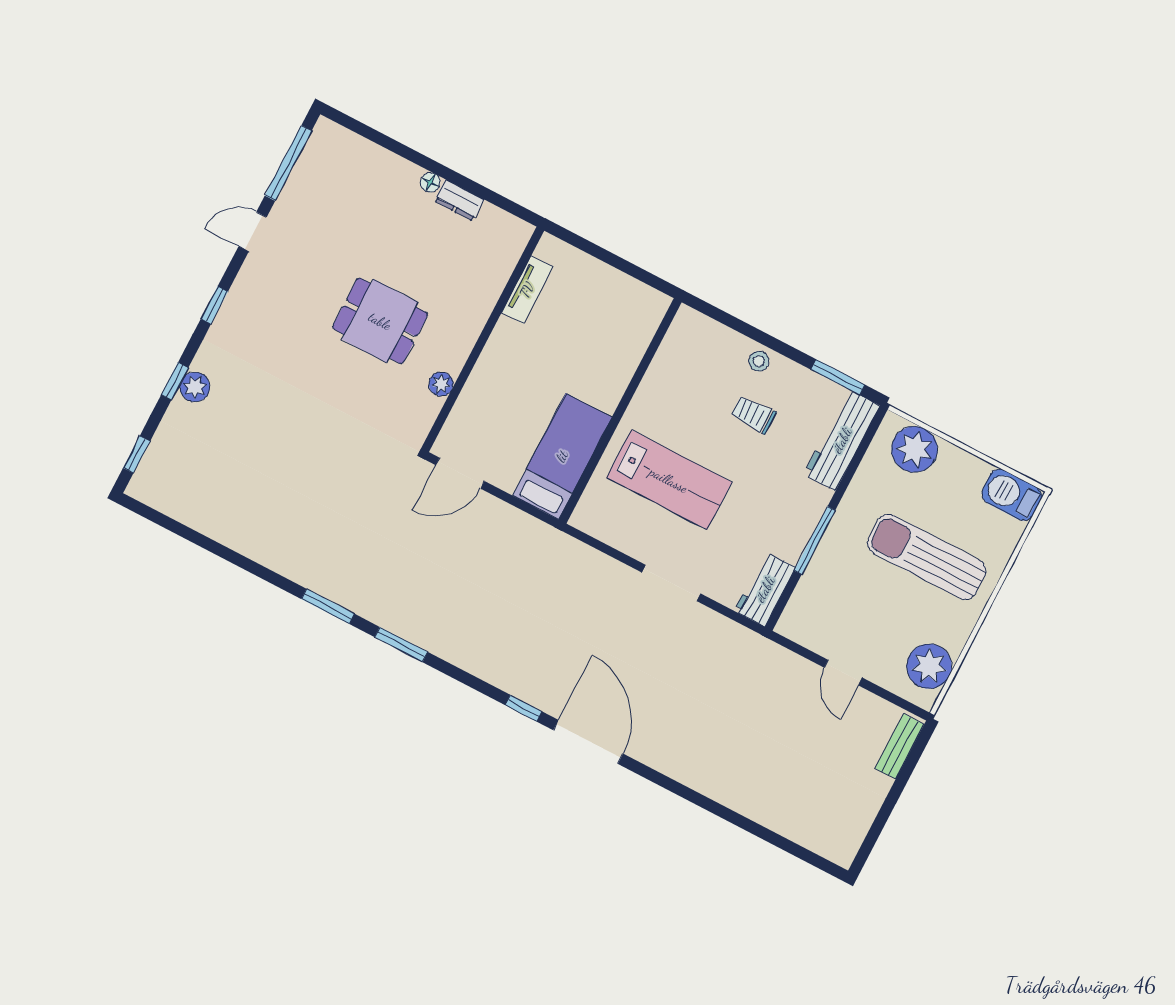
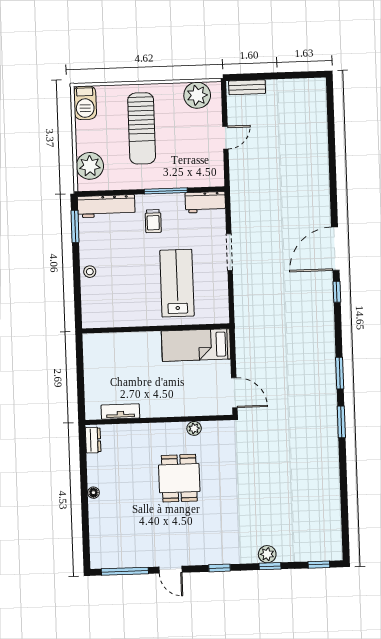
dresser: (459, 200) -> (93, 440), moved
trolley: (753, 414) -> (153, 221), moved

